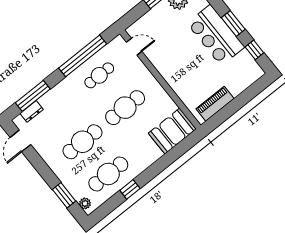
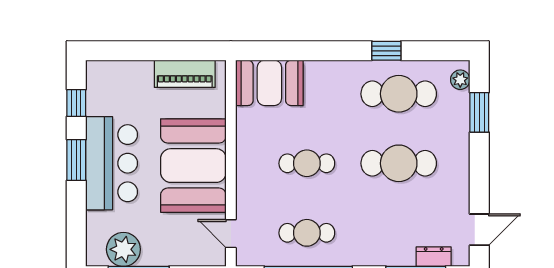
booth: (177, 64) -> (193, 166), added
cafe table: (125, 108) -> (307, 163), width x0.73, depth x0.74

